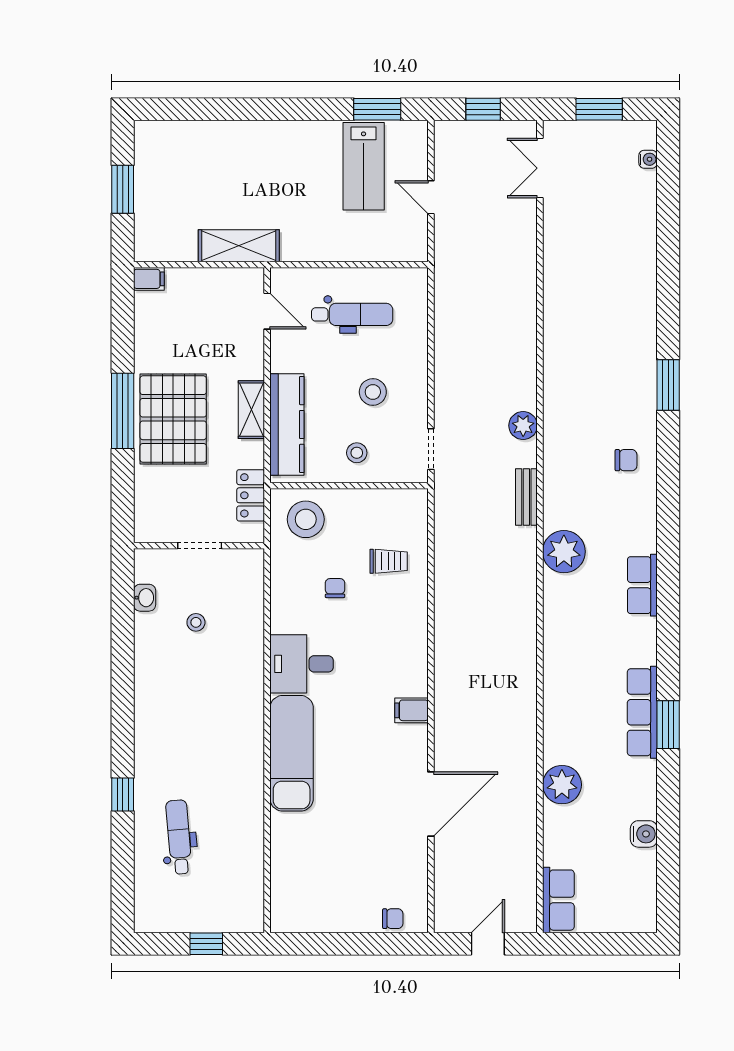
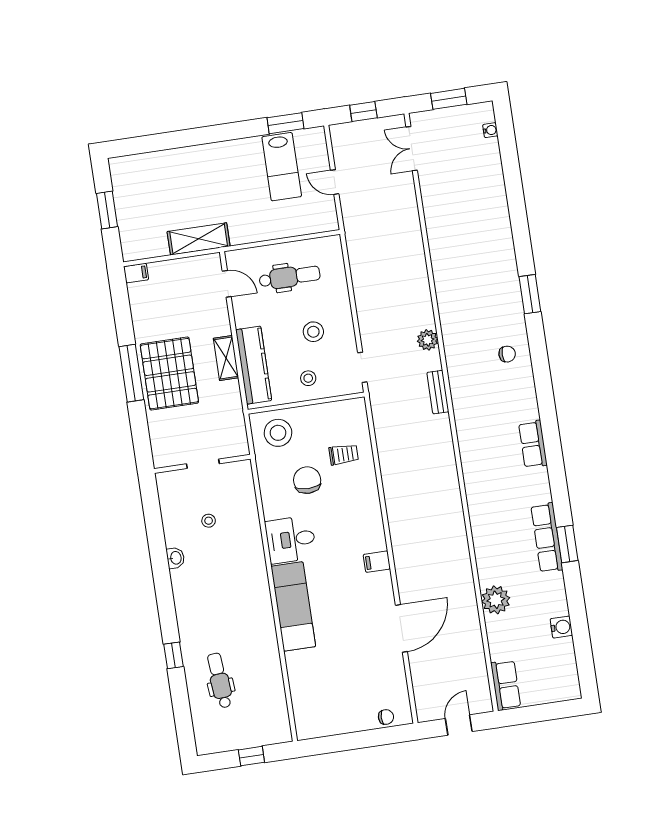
locker: (251, 495) -> (235, 421), removed
plant: (564, 552) -> (471, 428), removed
chair: (335, 588) -> (307, 480), width x1.87, depth x1.87
washbasin: (145, 598) -> (175, 558), moved

